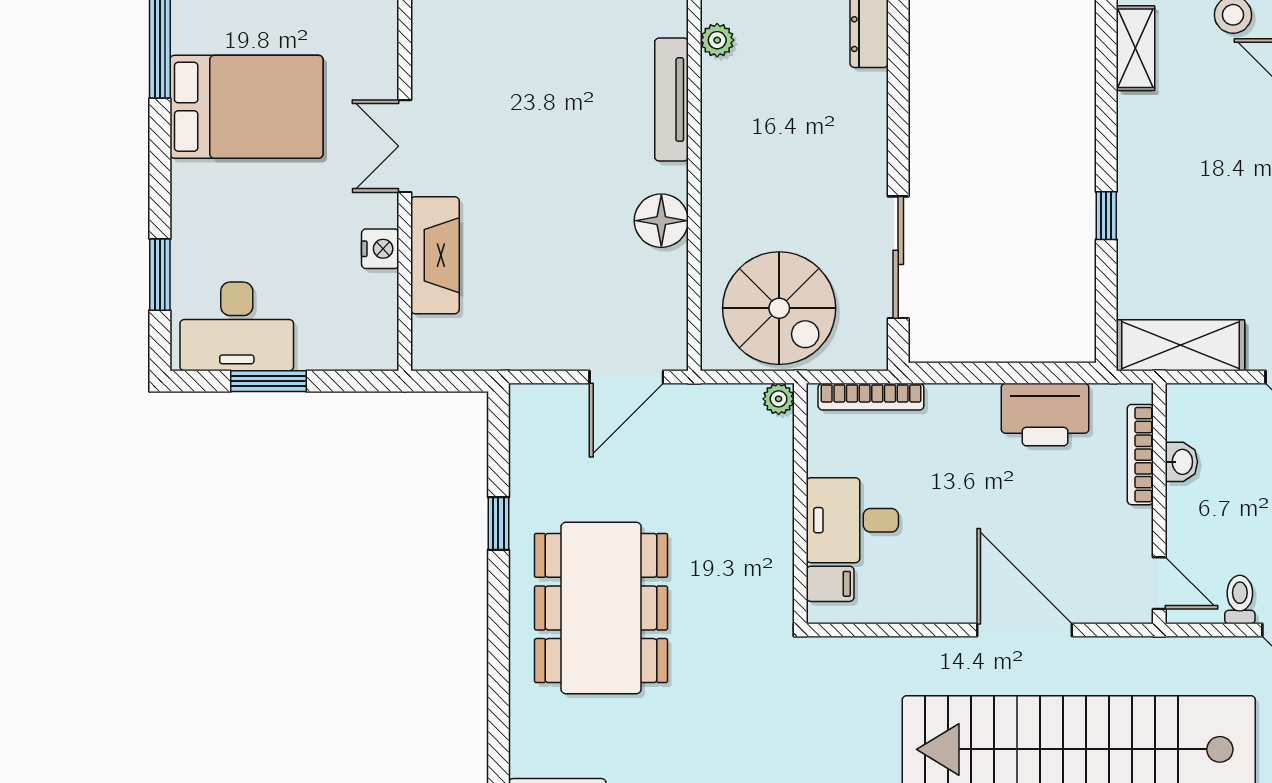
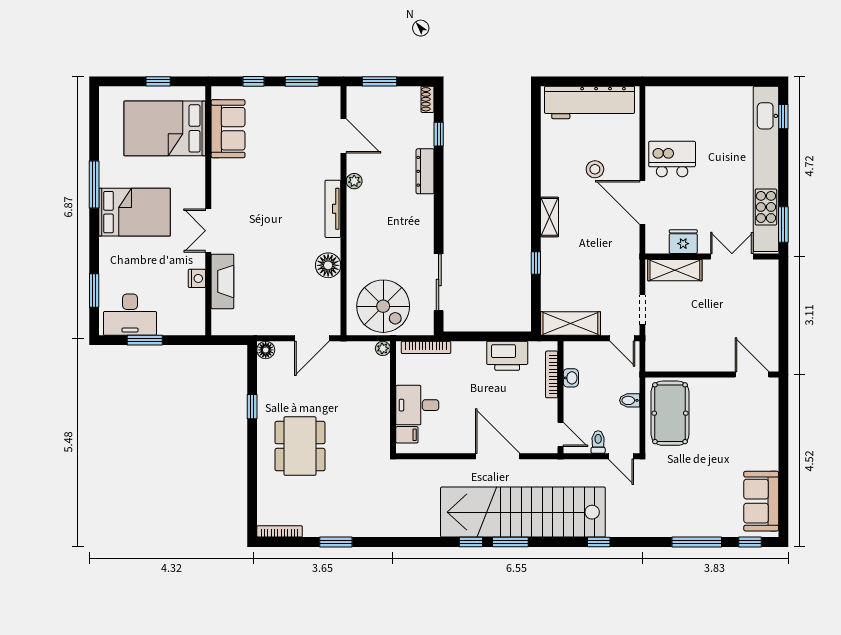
shelving: (1136, 48) -> (549, 217), moved
floor lamp: (528, 402) -> (266, 350), added
dining table: (601, 608) -> (300, 446), width x0.73, depth x0.80

